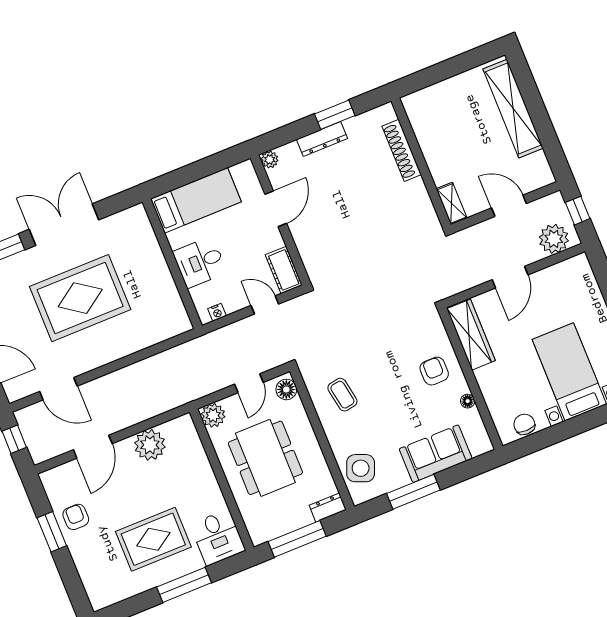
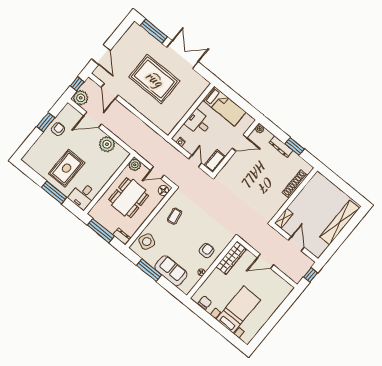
plant: (554, 239) -> (81, 98), moved
rug: (153, 539) -> (67, 168), turned 90

